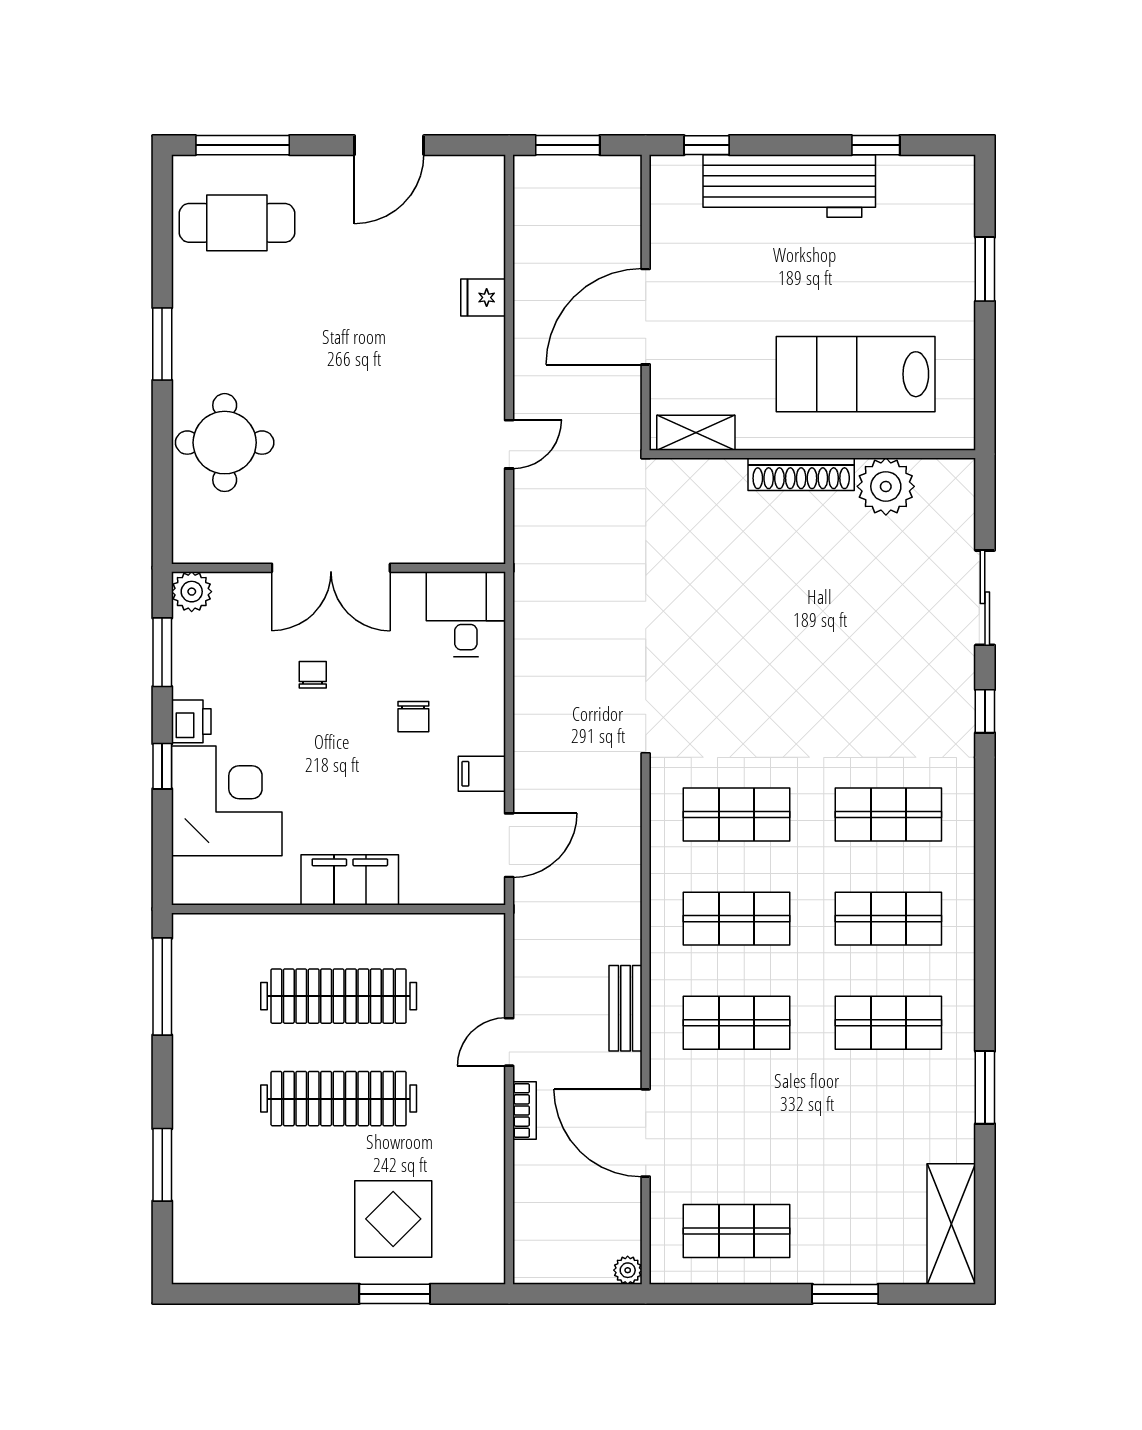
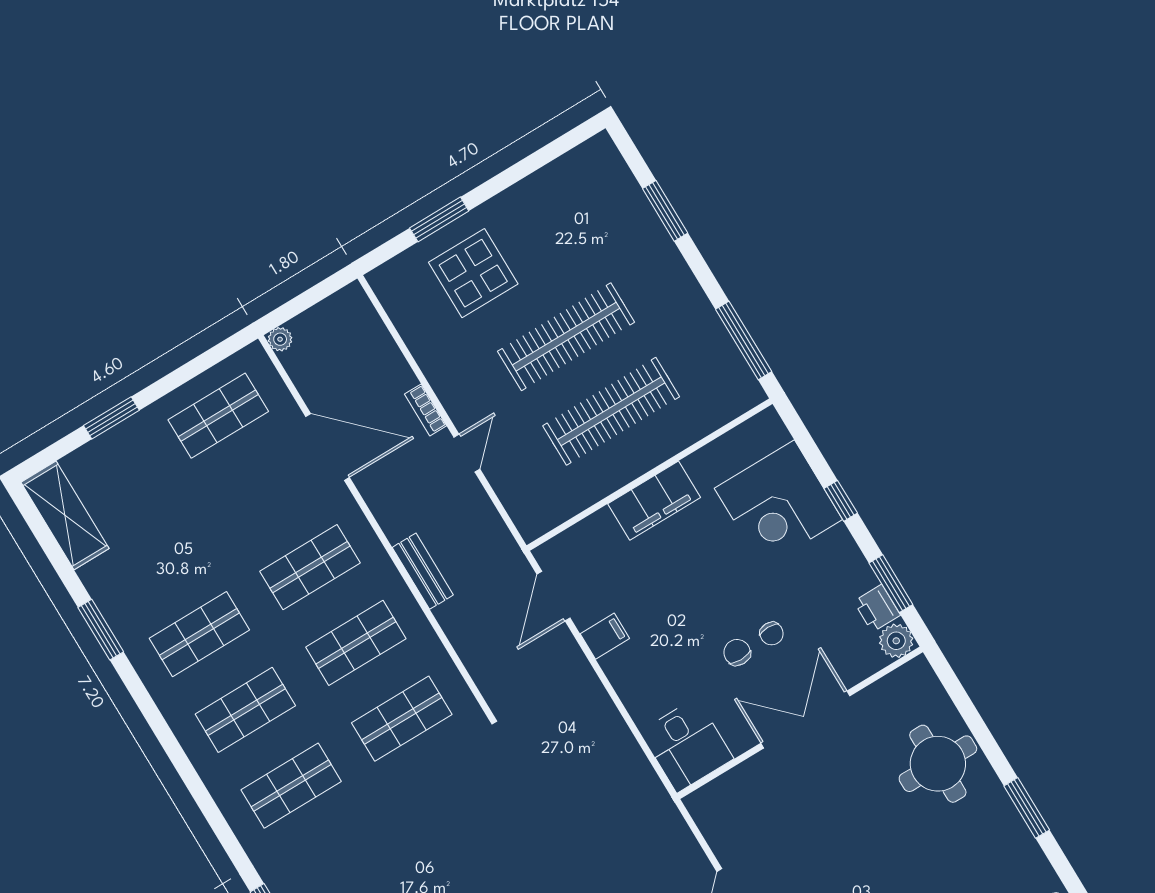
chair: (413, 717) -> (737, 652), moved
printer: (191, 721) -> (877, 608), moved
bench: (625, 1008) -> (423, 571), moved

